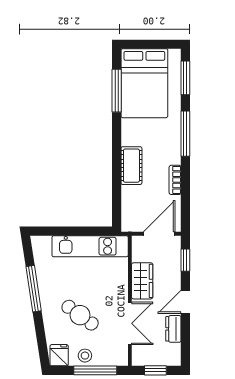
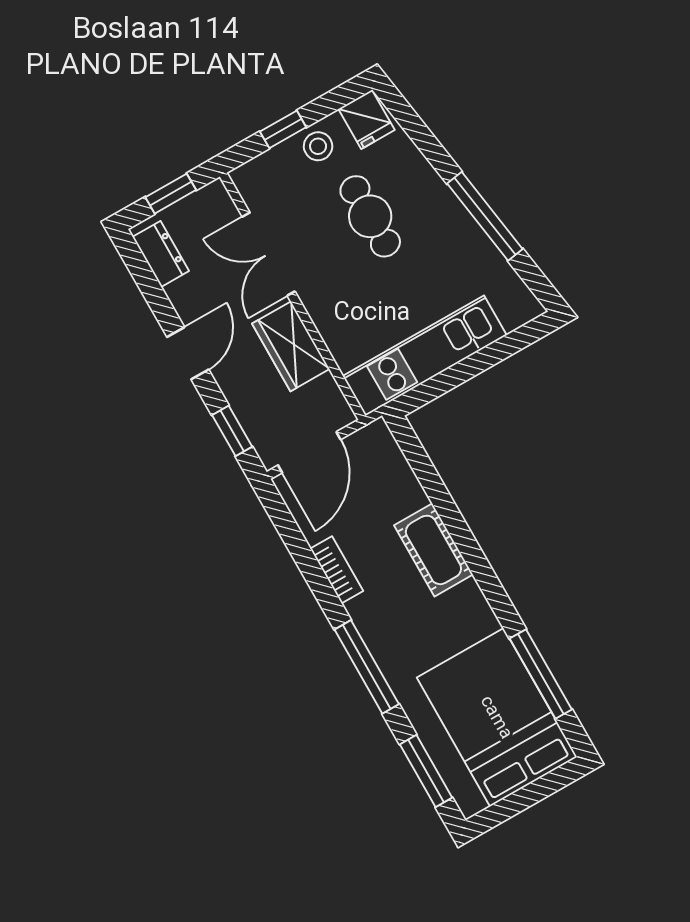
cafe table: (80, 315) -> (370, 216), turned 54
dresser: (173, 329) -> (161, 254), moved
window: (95, 370) -> (283, 129), width x0.46

